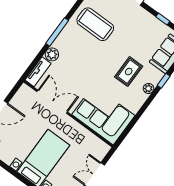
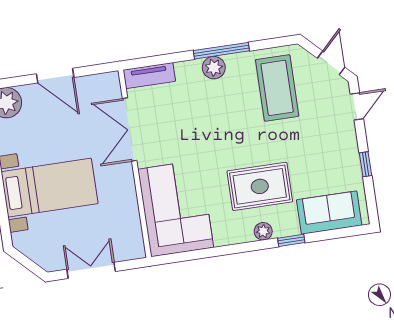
plant: (52, 54) -> (214, 68), moved
rug: (129, 72) -> (260, 186), width x1.36, depth x1.43
double door: (52, 102) -> (130, 130), swing flipped

